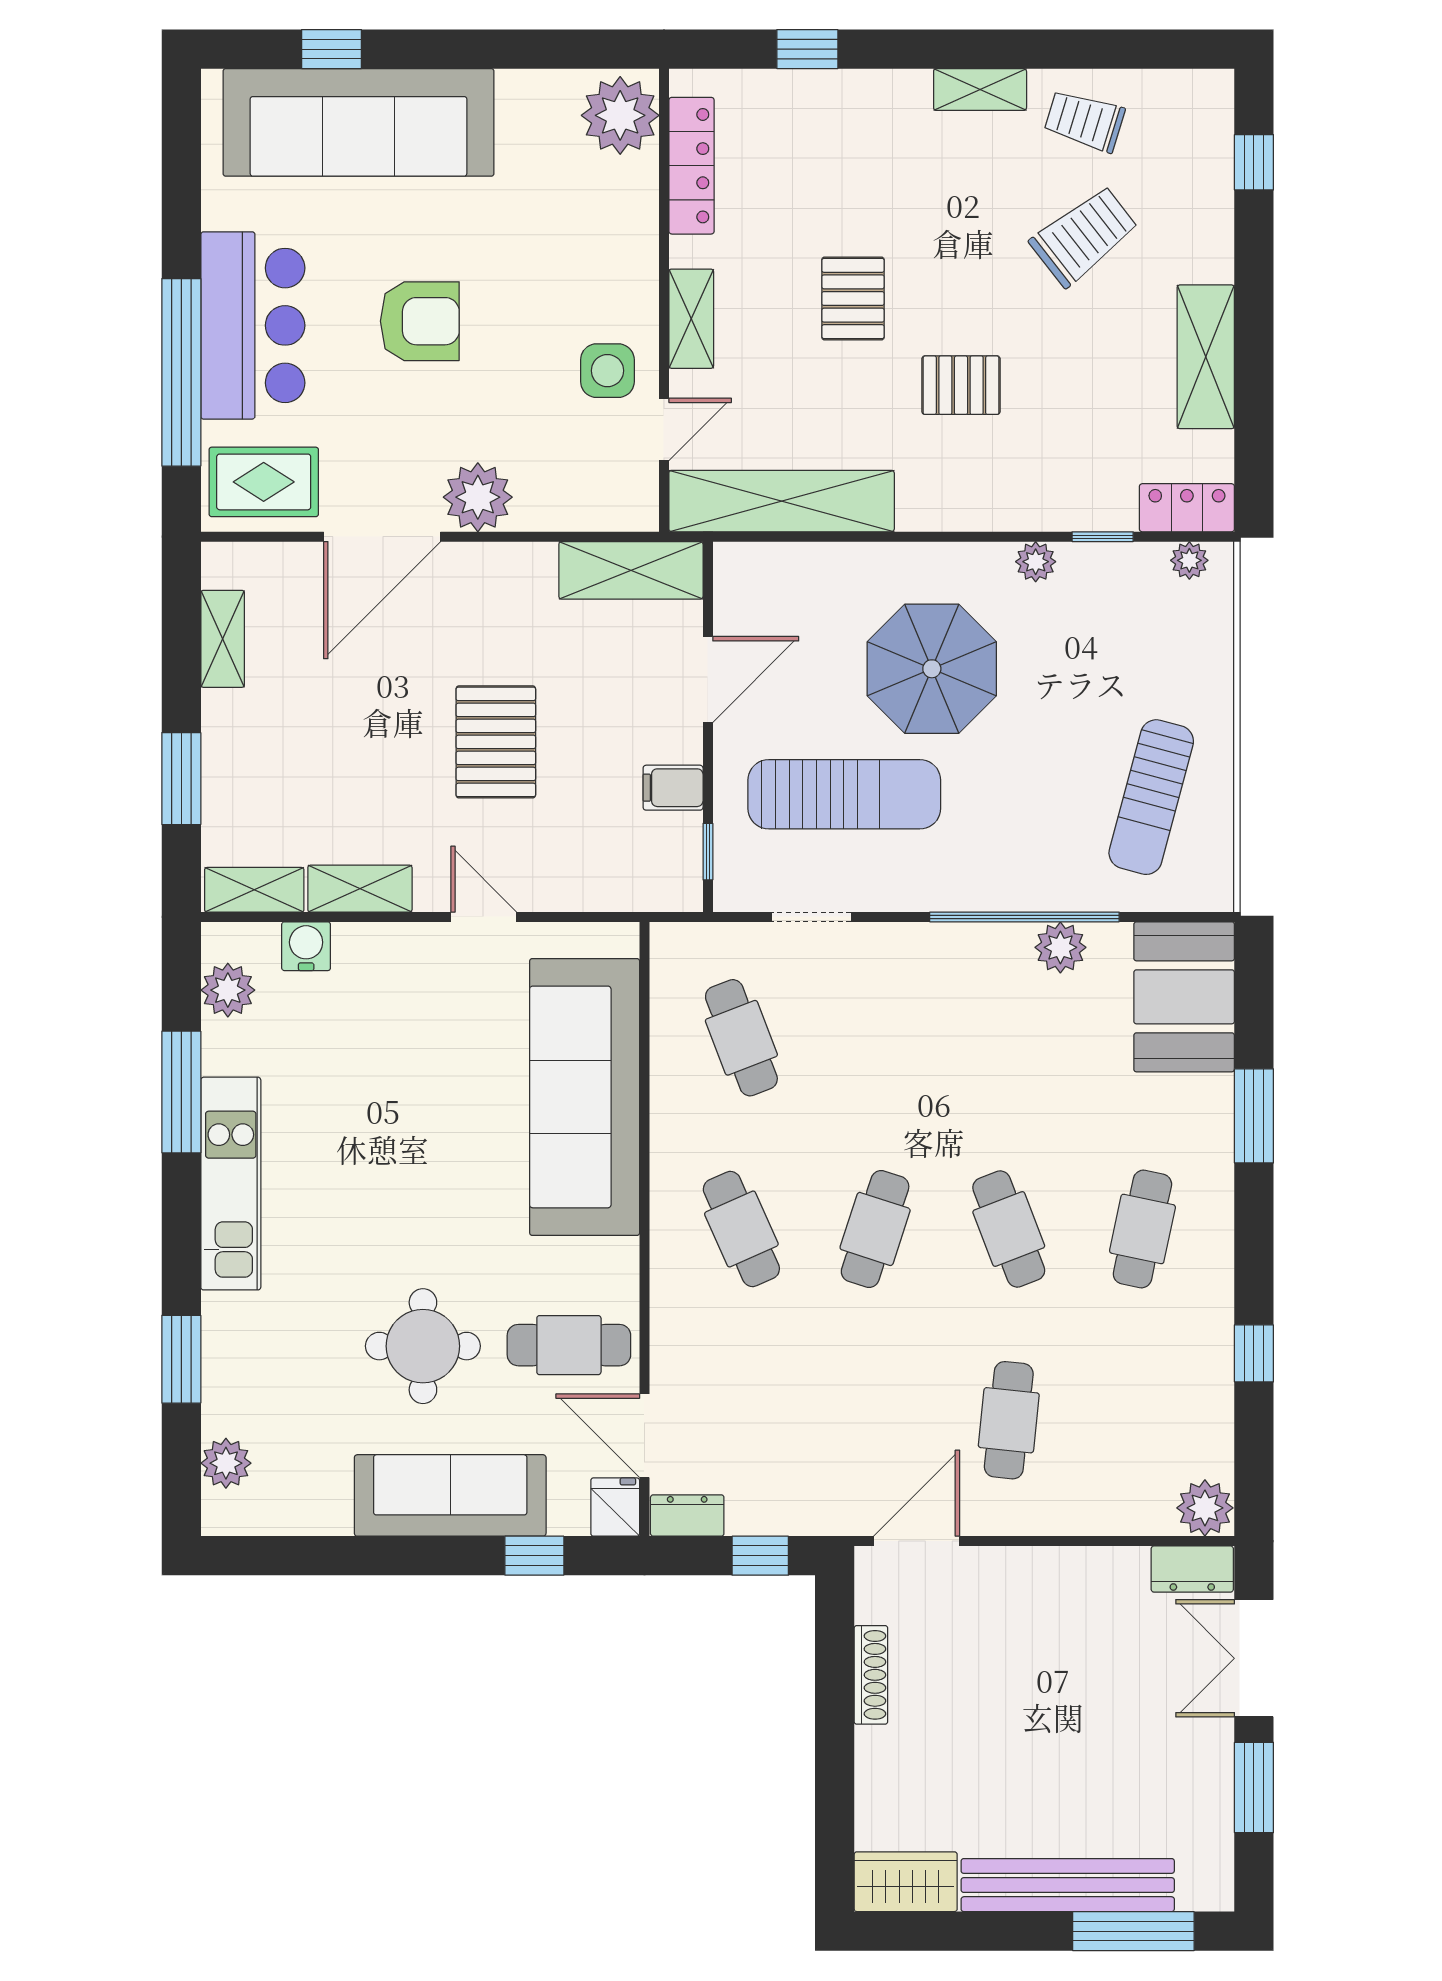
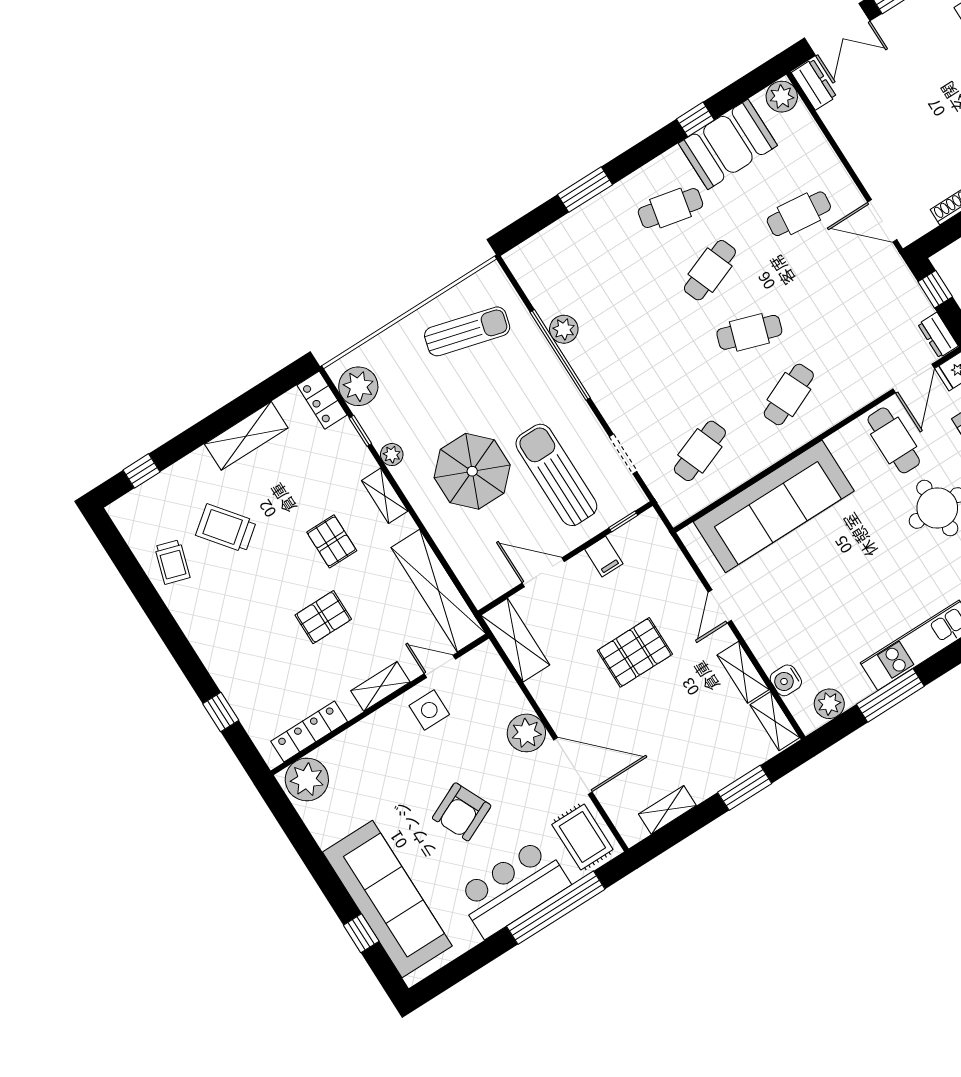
shelving: (980, 90) -> (385, 496), moved
armchair: (420, 321) -> (462, 812), turned -115
plant: (1189, 560) -> (358, 386), width x1.88, depth x1.88
booth: (1184, 997) -> (728, 144), moved

